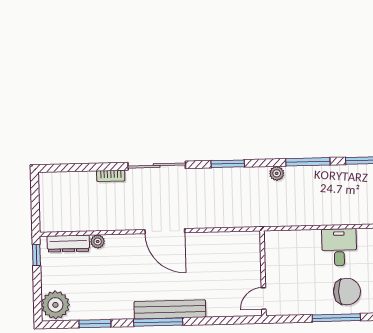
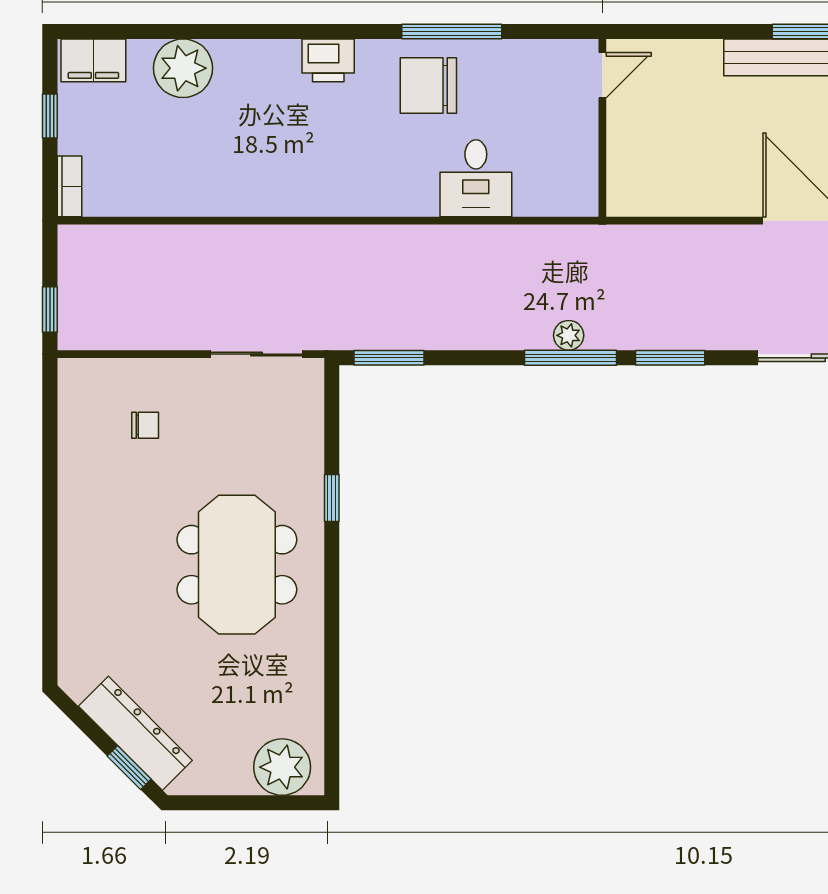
window: (308, 162) -> (570, 358), moved
desk: (339, 247) -> (476, 178), moved

